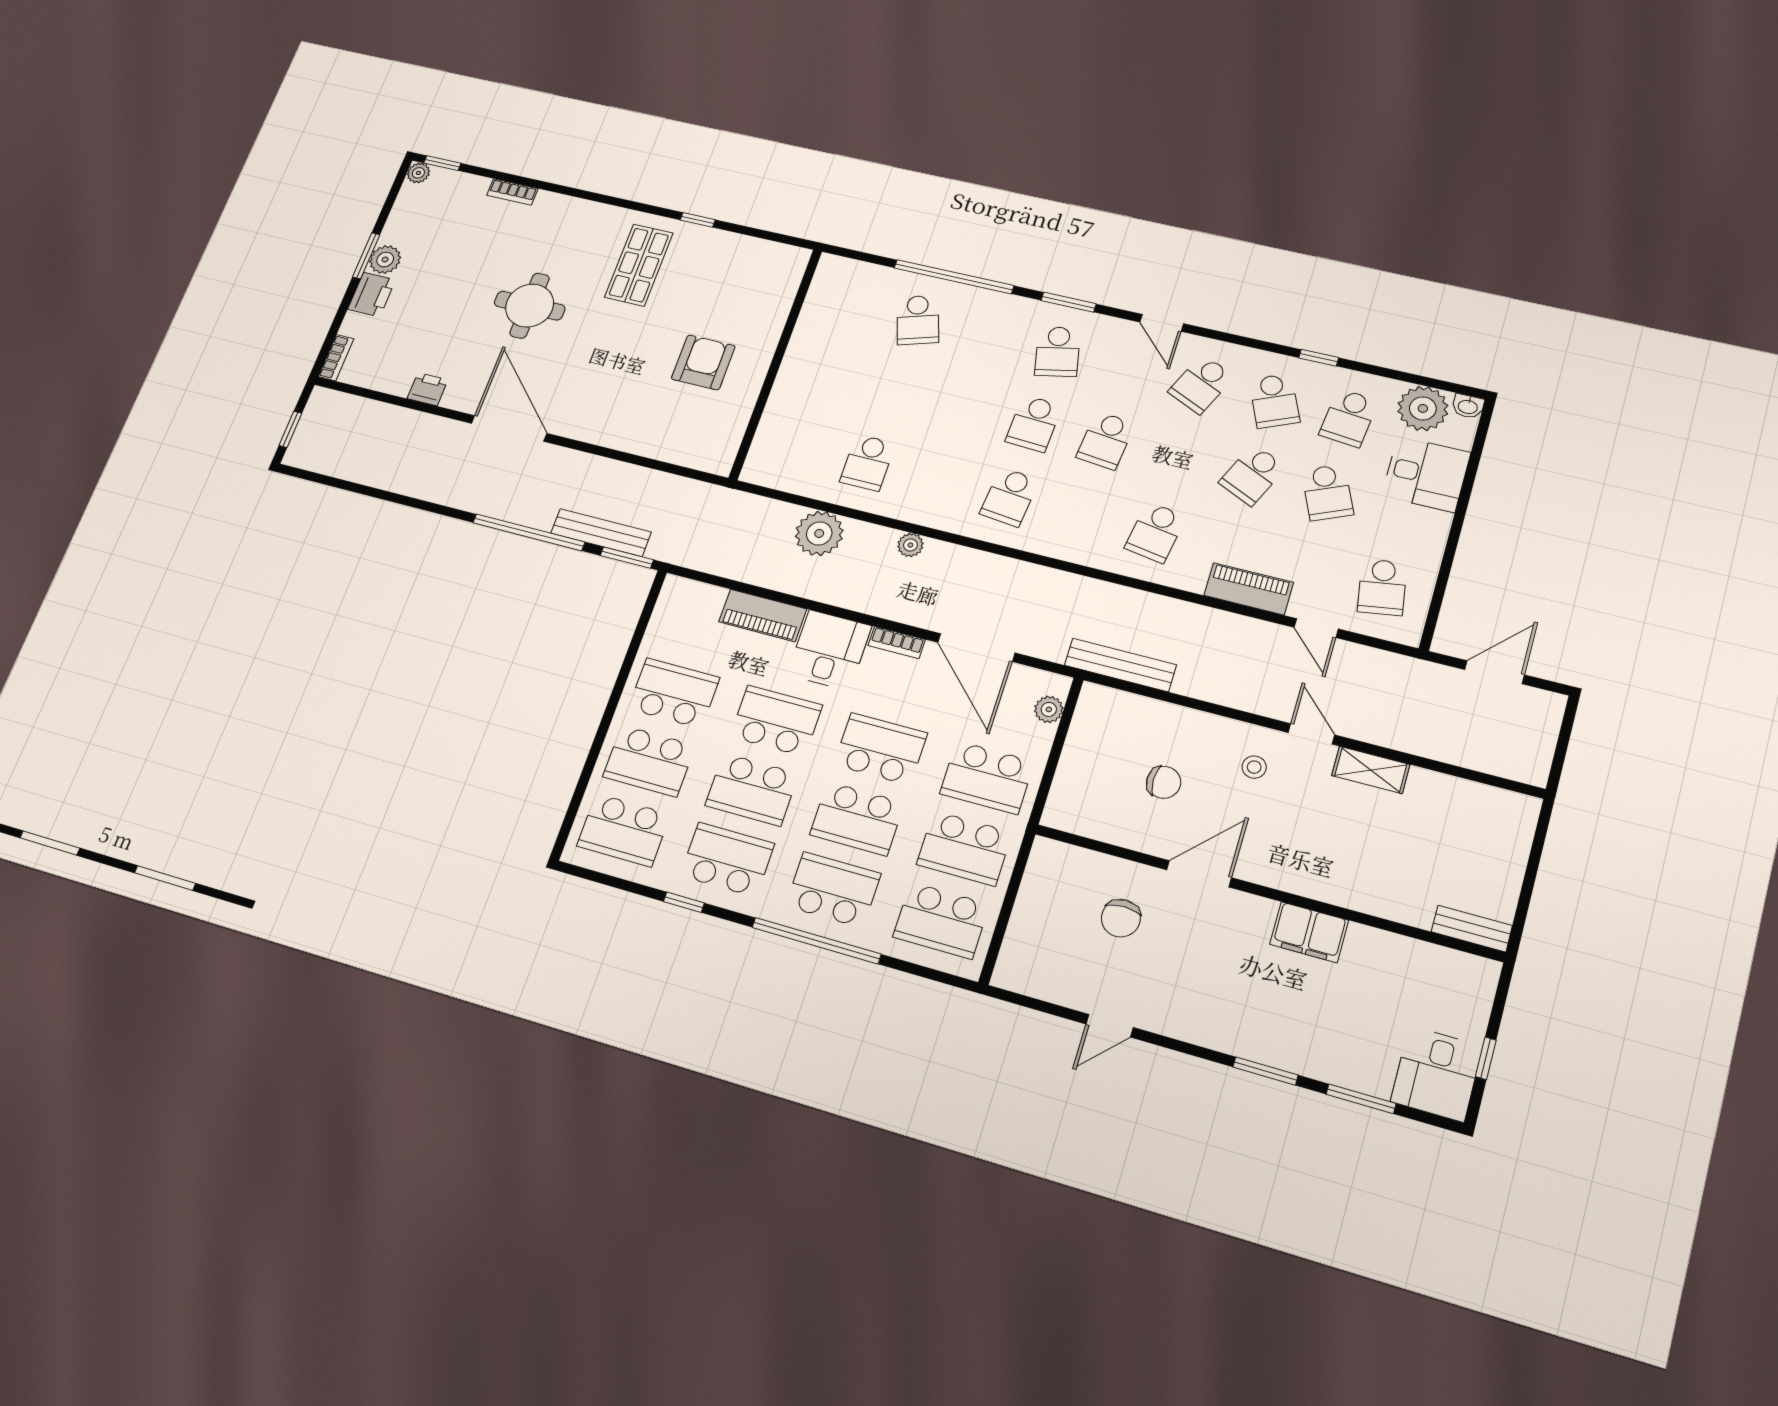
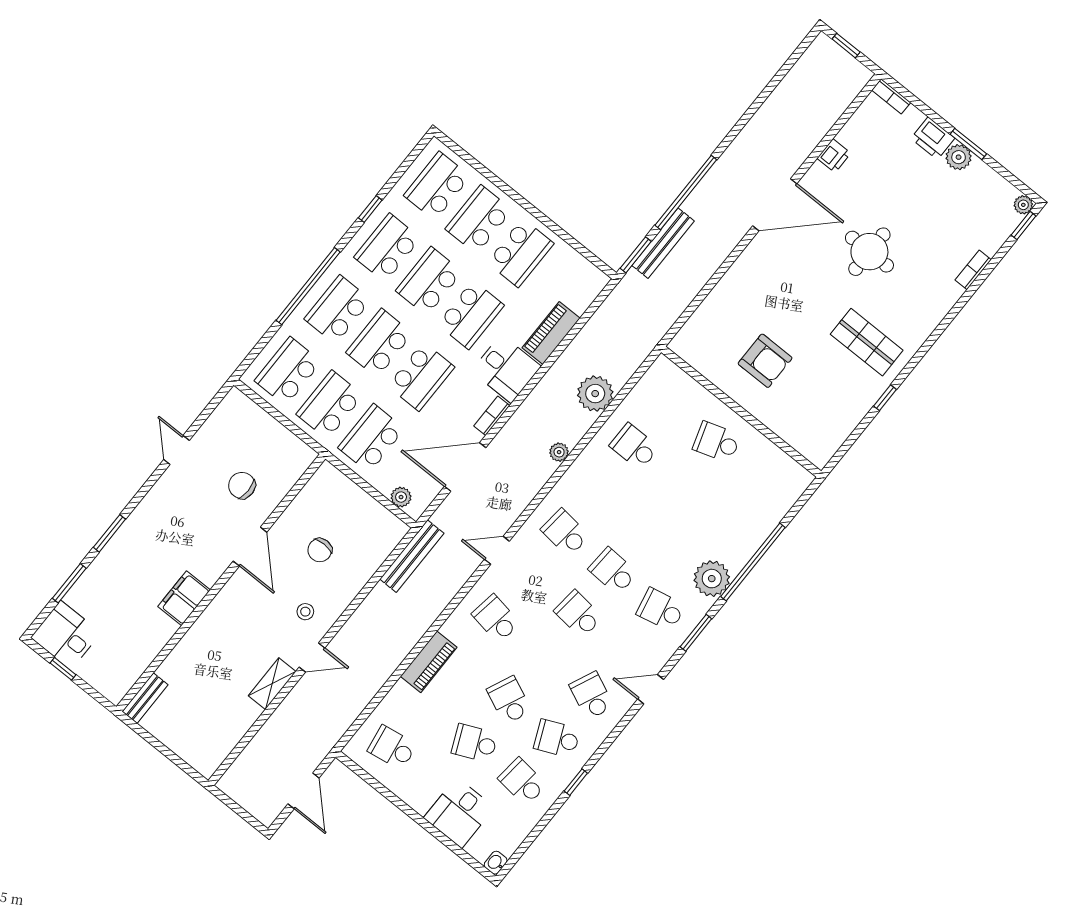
school desk: (918, 320) -> (717, 442), moved
plant: (1423, 408) -> (712, 579), moved
door: (1316, 628) -> (497, 550), moved
school desk: (727, 860) -> (387, 248), turned 180
school desk: (833, 890) -> (338, 309), turned 180

